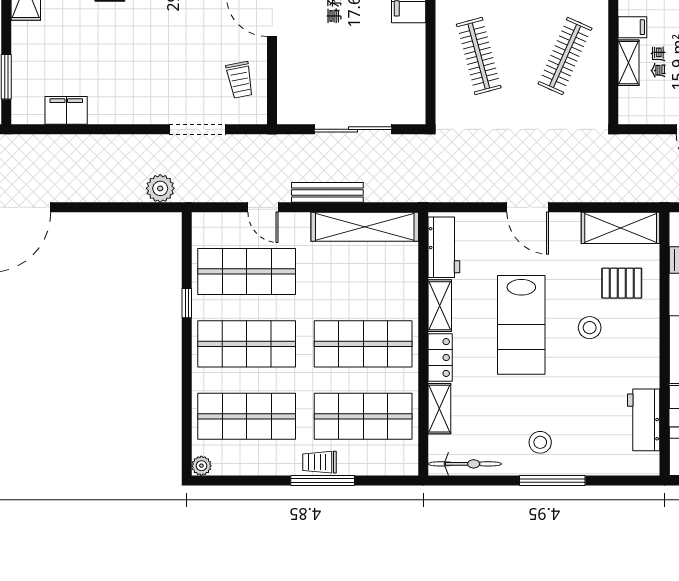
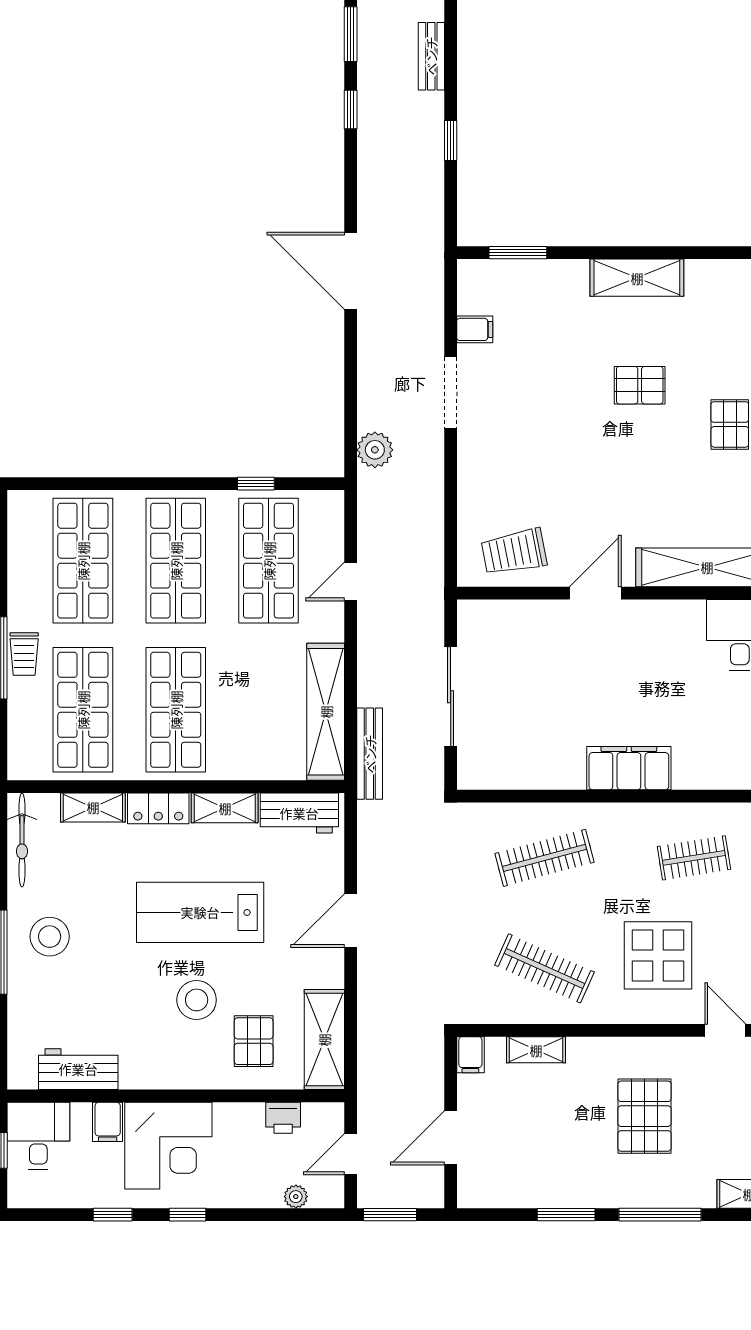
filing cabinet: (632, 27) -> (470, 1055), moved
trolley: (240, 80) -> (514, 552), width x1.36, depth x1.39
filing cabinet: (66, 110) -> (475, 329), width x0.50
doorway: (197, 129) -> (451, 393), moved
bench: (327, 192) -> (370, 754), moved
window: (187, 303) -> (256, 484), moved
stool: (590, 328) -> (197, 1000), width x1.38, depth x1.38
stool: (540, 442) -> (50, 937), width x1.38, depth x1.38
trolley: (320, 462) -> (24, 654), turned 180
plant: (201, 466) -> (20, 503), removed

